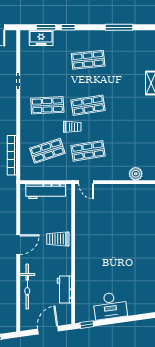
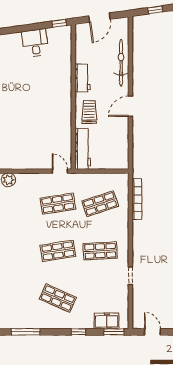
window: (46, 27) -> (114, 332), moved
shop shelf: (88, 60) -> (58, 298), turned 30
trolley: (72, 127) -> (74, 229), removed
workbench: (46, 191) -> (83, 149), moved, turned 90
trolley: (58, 239) -> (89, 112), turned -90
workbench: (64, 289) -> (82, 78), moved
desk: (110, 306) -> (35, 43), width x0.73

